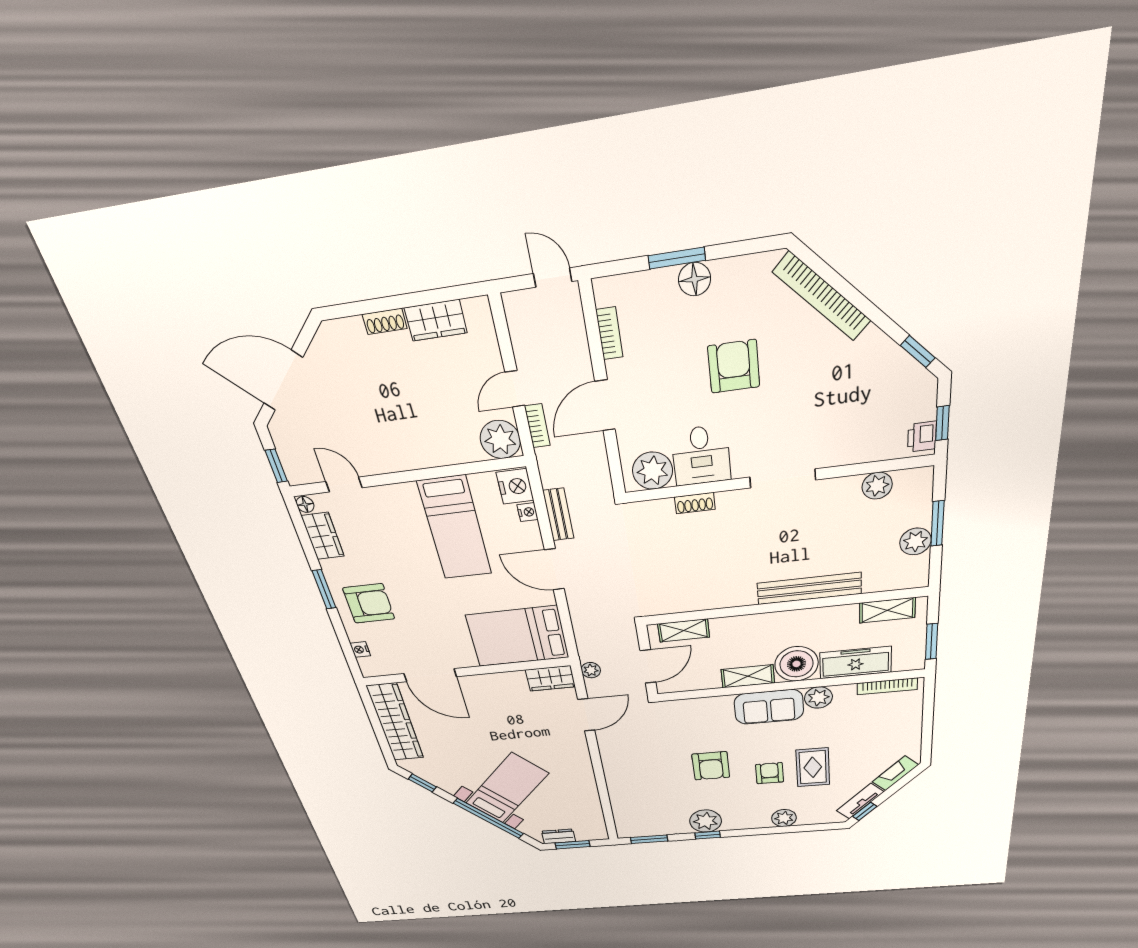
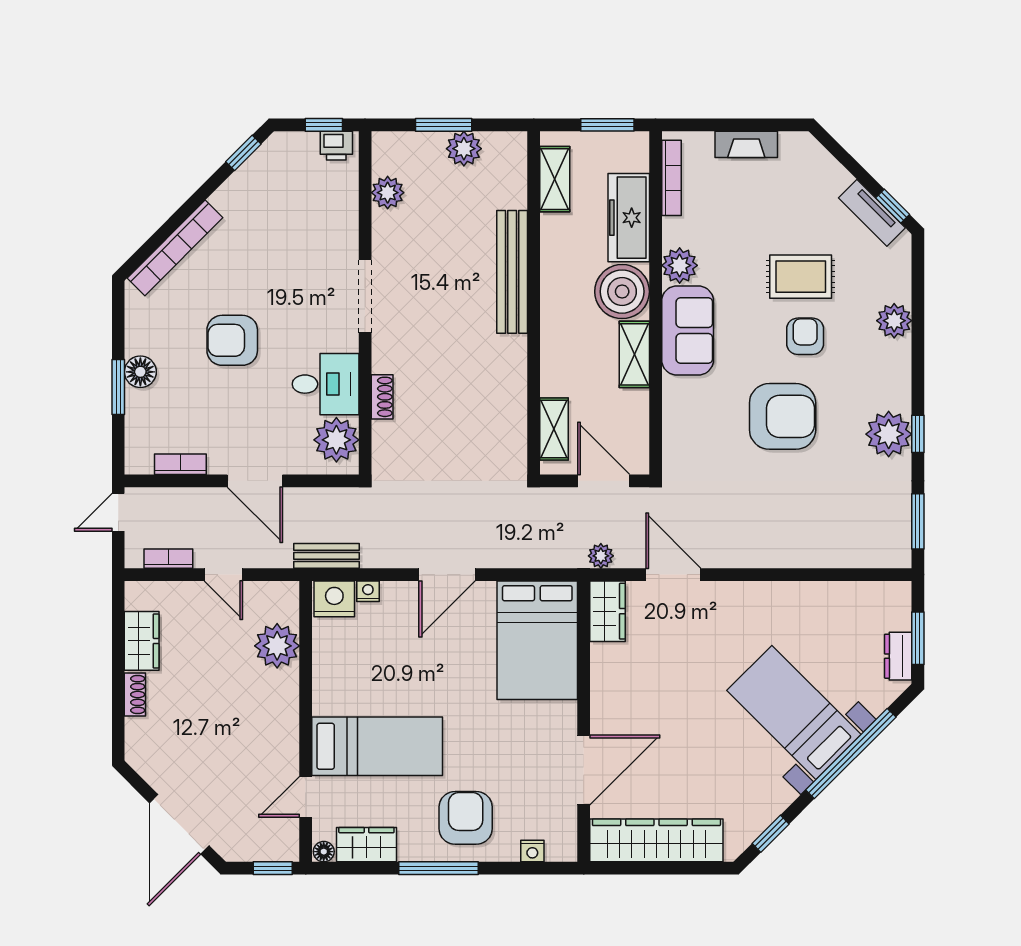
bookcase: (537, 426) -> (168, 559), moved
plant: (500, 440) -> (277, 646), moved
bench: (558, 515) -> (327, 556), moved
bed: (455, 528) -> (377, 746), moved
window: (324, 589) -> (439, 868), width x1.44
armchair: (711, 766) -> (783, 416), width x1.36, depth x1.36
armchair: (770, 773) -> (805, 336), turned 90
fireplace: (895, 773) -> (746, 144), moved, turned -45

